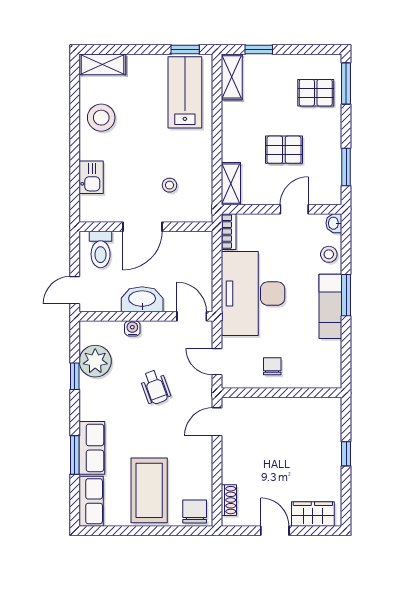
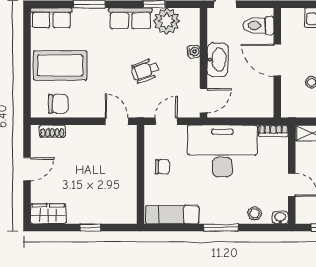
exam couch: (330, 306) -> (172, 215), moved
row of seats: (92, 448) -> (130, 18), moved
chair: (195, 512) -> (58, 104), moved
wardrobe: (313, 514) -> (48, 214), moved, turned -90

